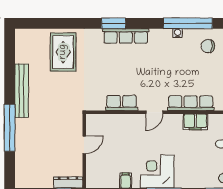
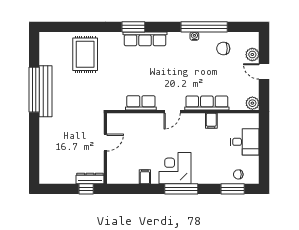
filing cabinet: (195, 122) -> (211, 121), width x0.50
window: (10, 128) -> (34, 90), moved

